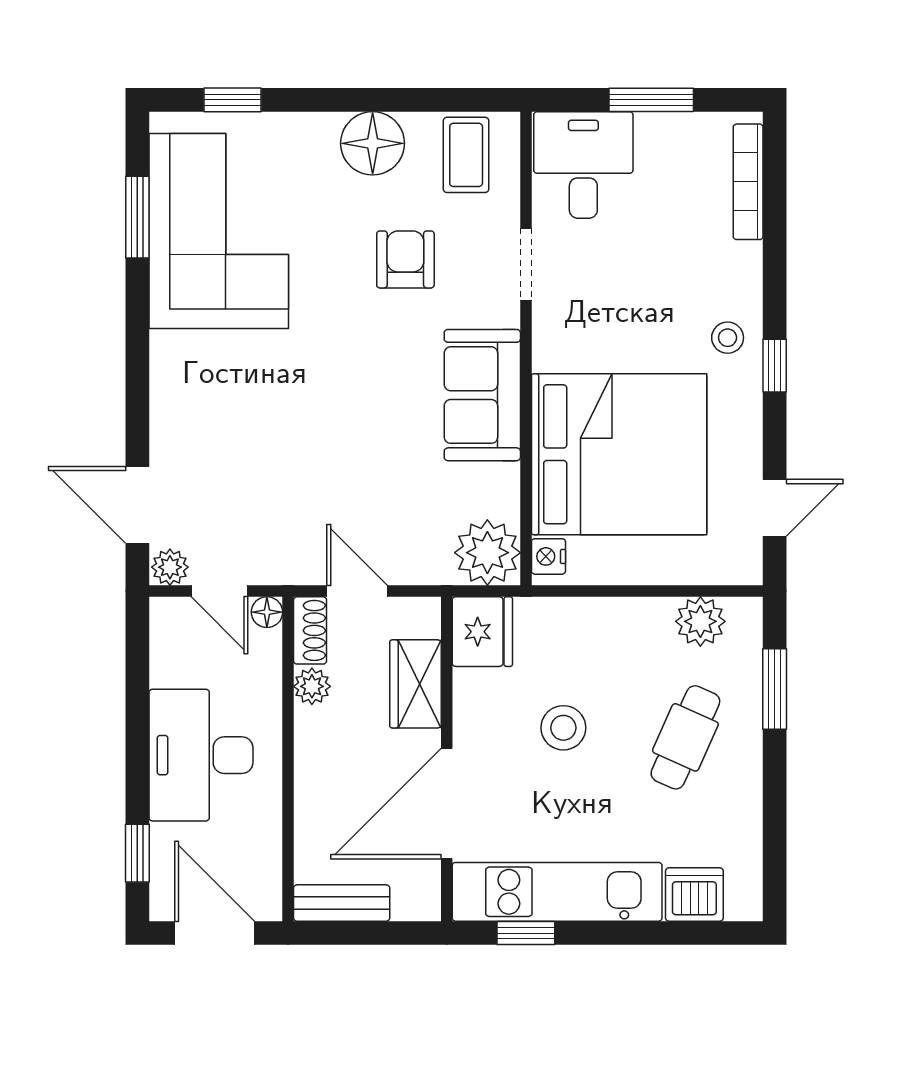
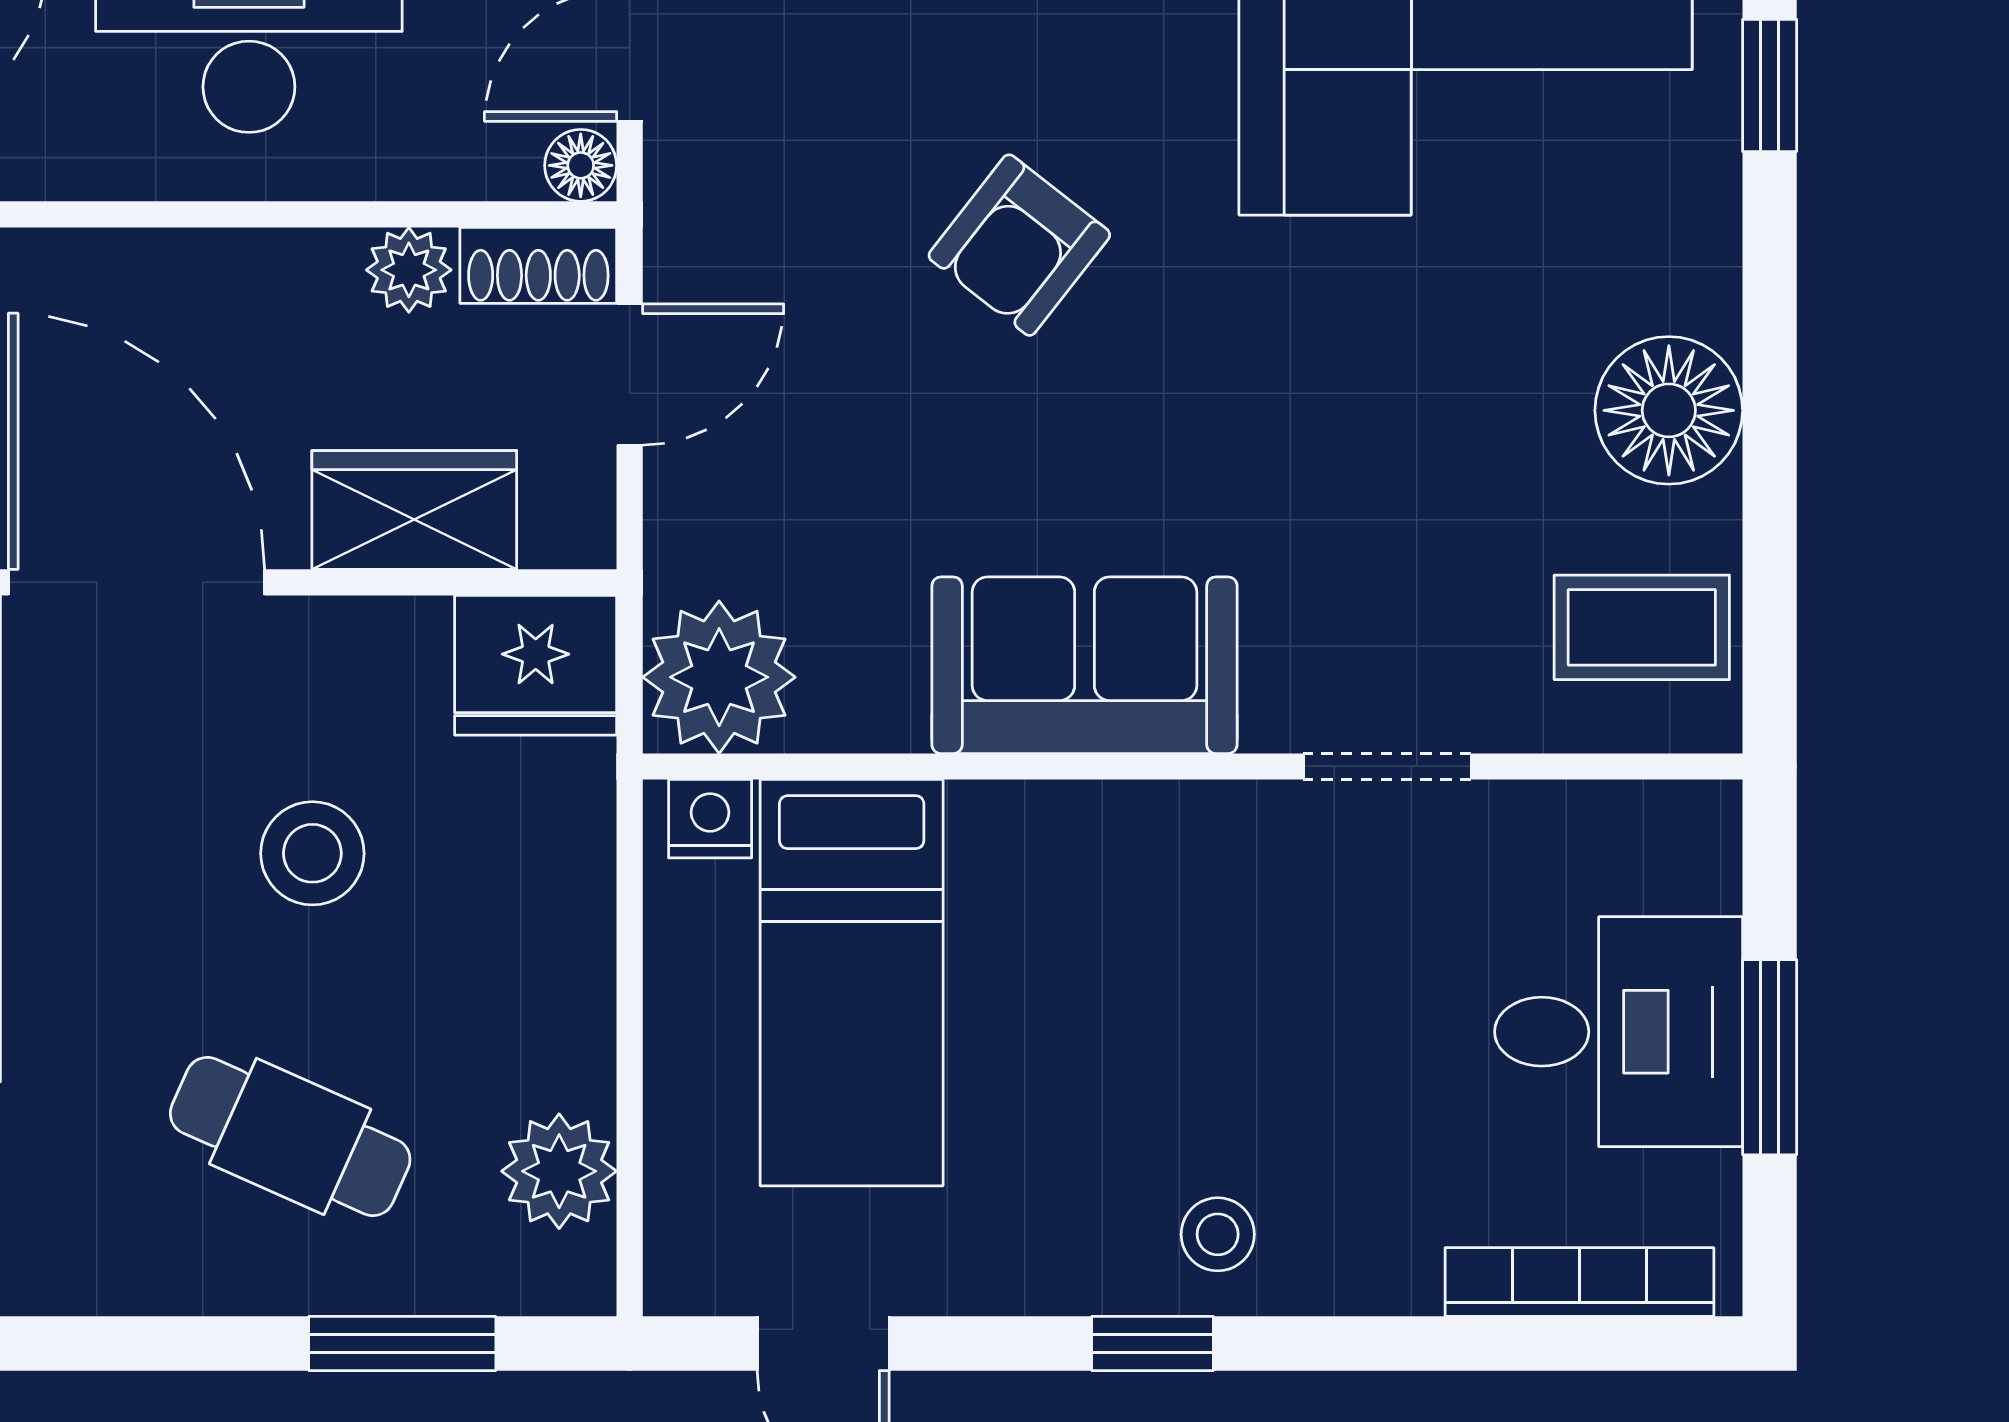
desk: (583, 165) -> (1619, 1032), moved
armchair: (405, 259) -> (1019, 245), moved, turned 128
bed: (619, 454) -> (852, 983), width x0.49

